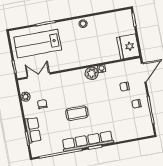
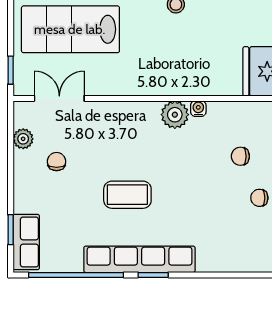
row of seats: (33, 130) -> (26, 242), moved

